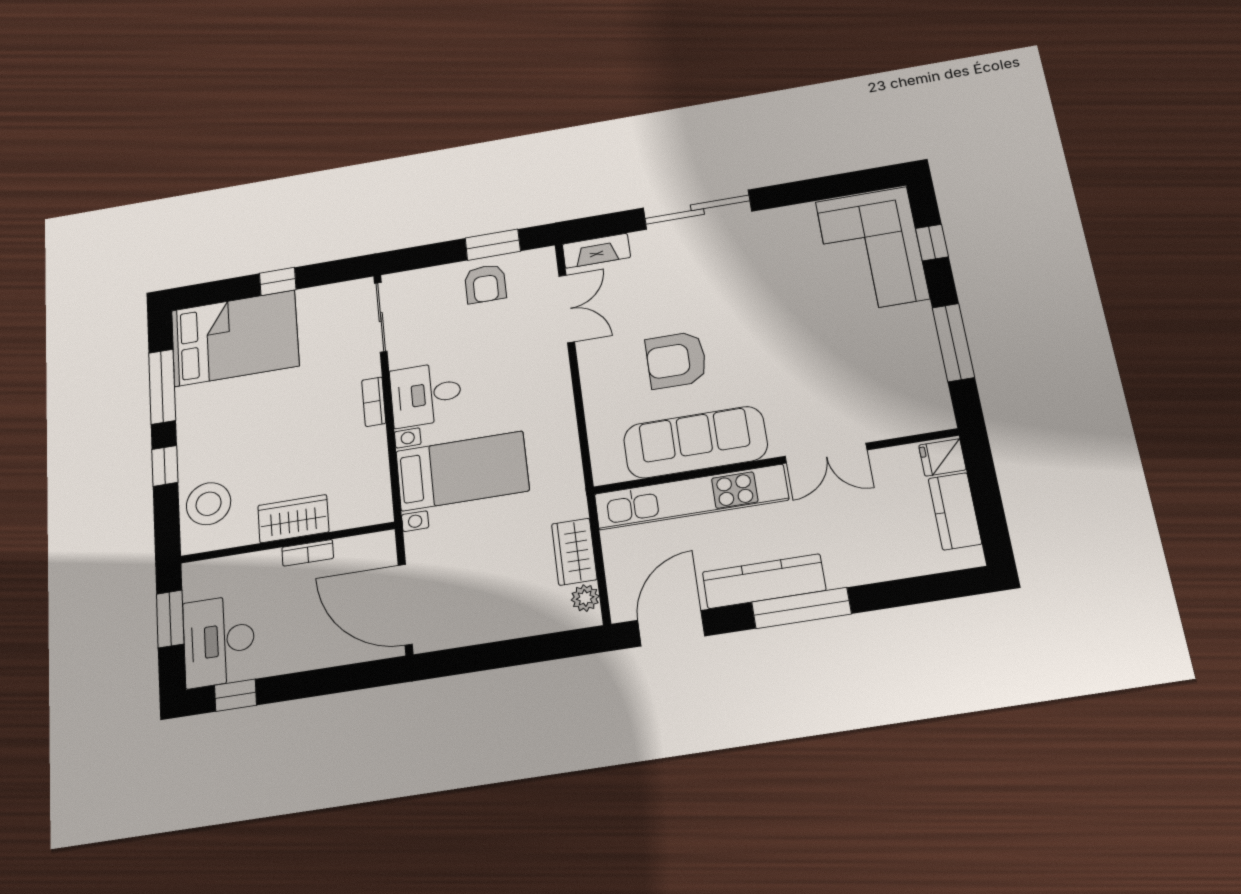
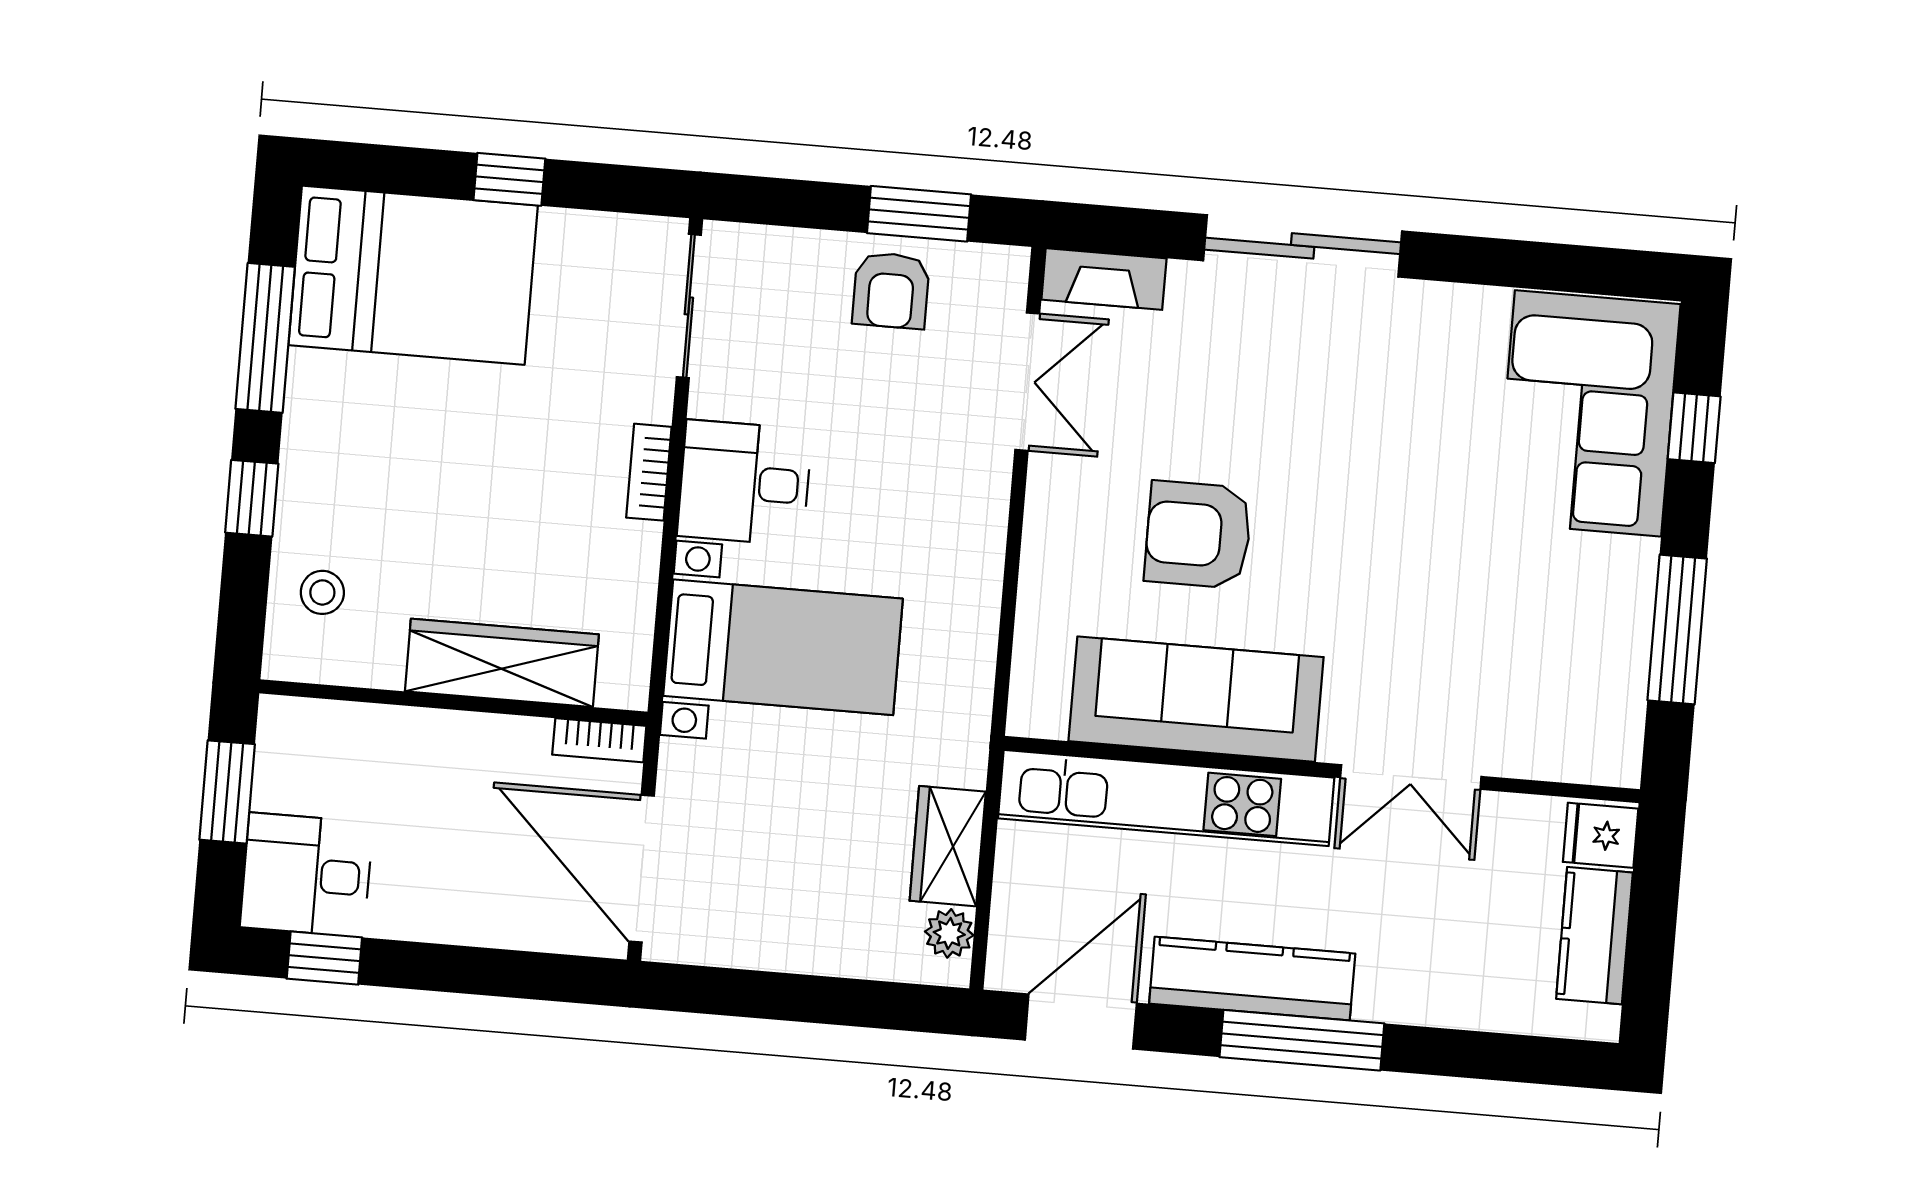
stool: (209, 504) -> (322, 592), width x0.53, depth x0.53
wardrobe: (293, 519) -> (502, 663), width x1.50
bookcase: (308, 553) -> (599, 740), moved
desk: (219, 641) -> (306, 875), width x0.73

